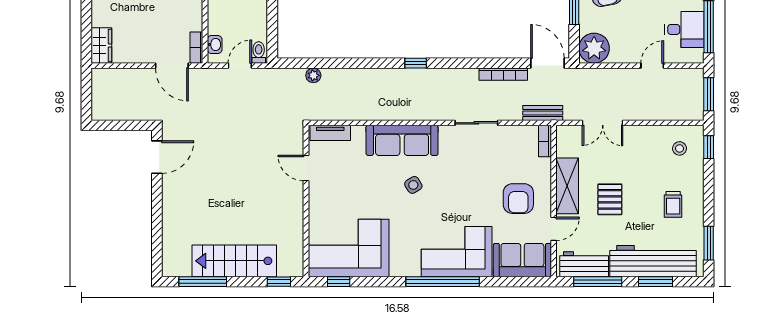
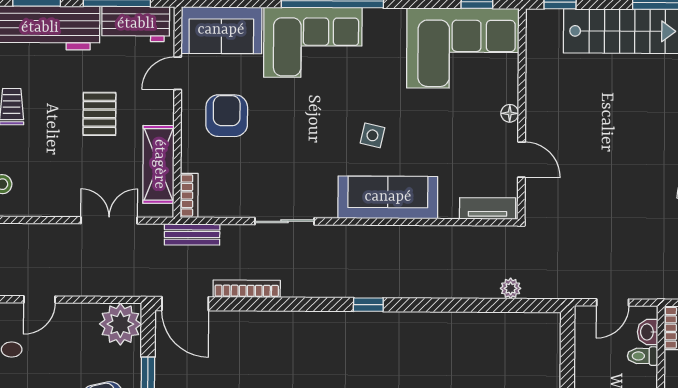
toilet: (259, 52) -> (643, 356), moved, turned 90
side table: (413, 185) -> (372, 135), turned 45
shelving: (567, 186) -> (159, 164), moved
floor lamp: (315, 201) -> (510, 113), added

